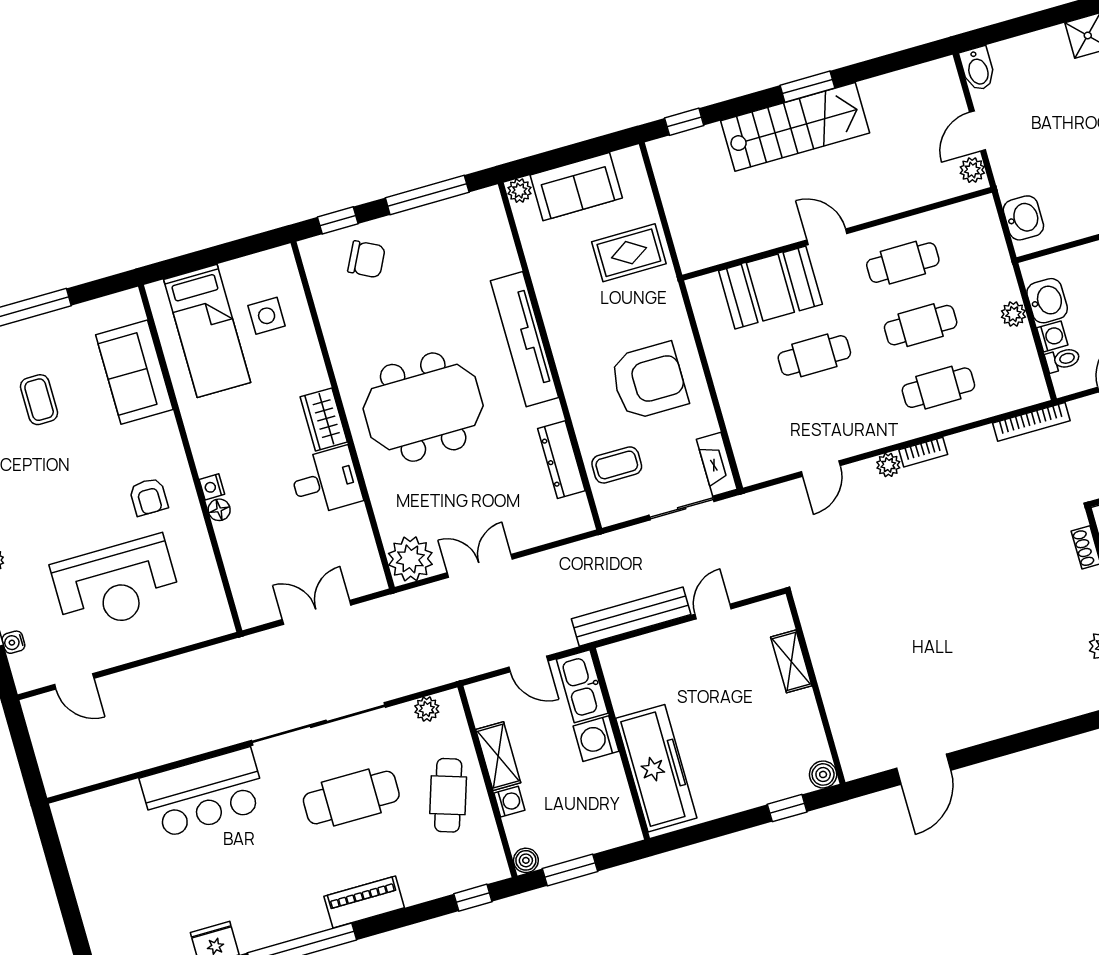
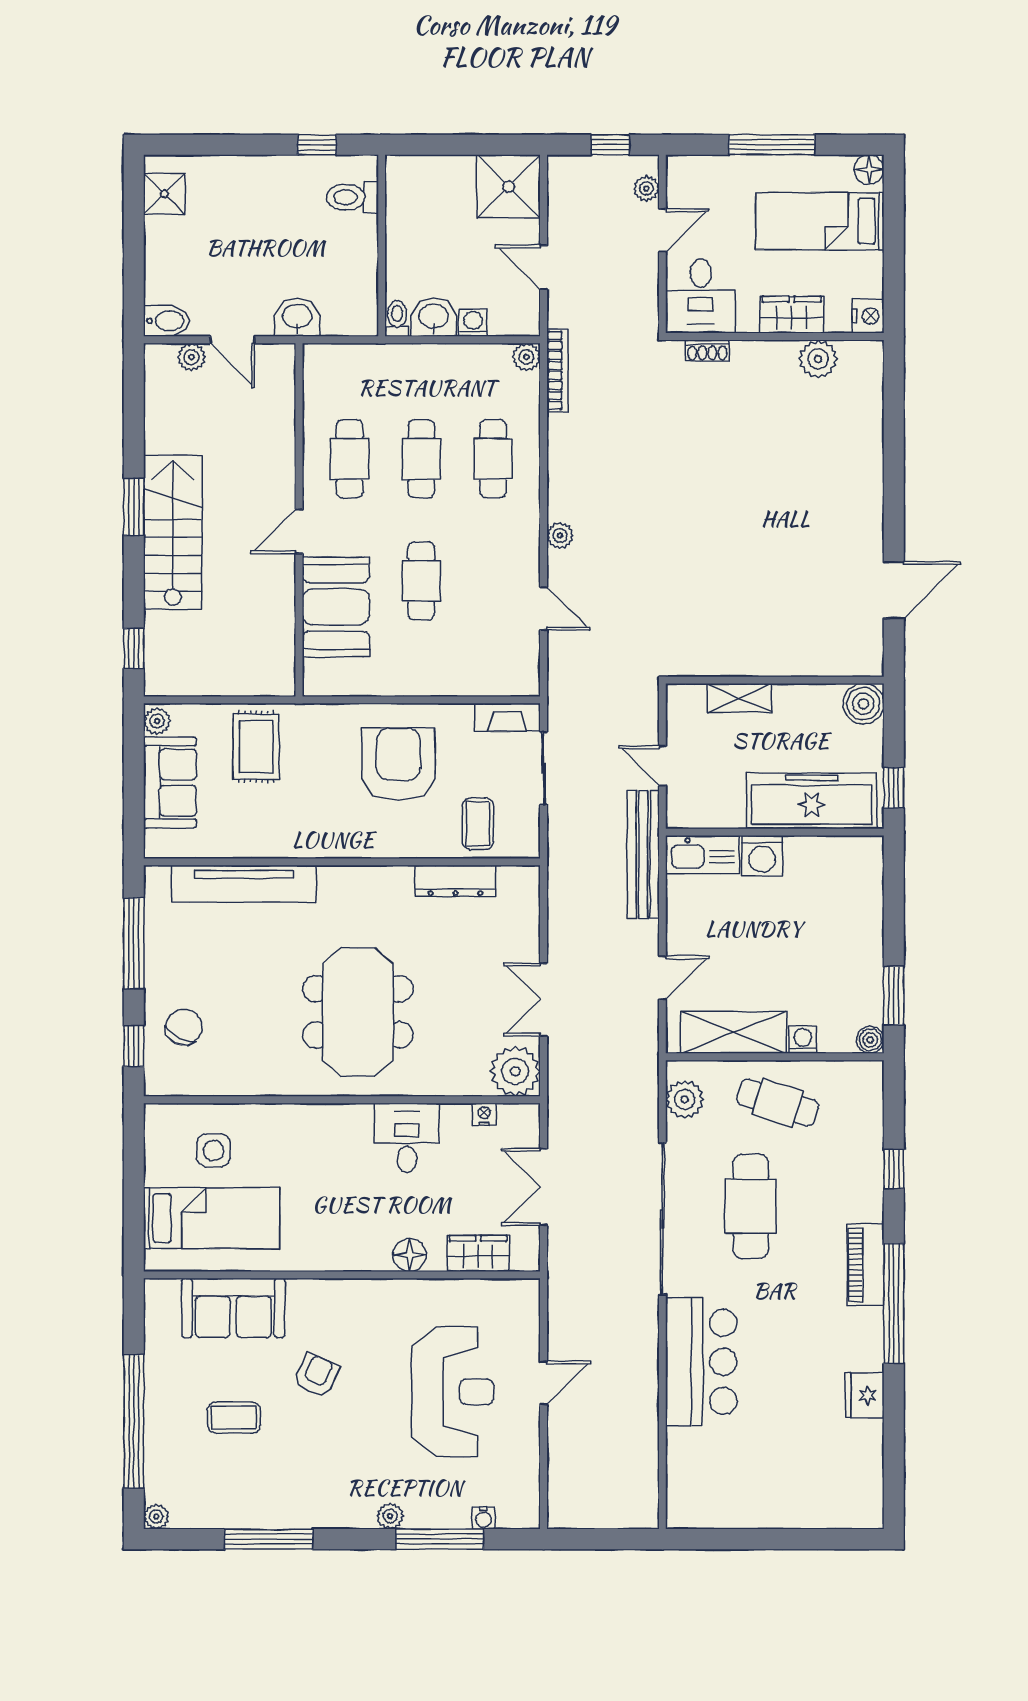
plant: (972, 170) -> (192, 357), moved
plant: (519, 191) -> (157, 721), moved
washbasin: (1023, 218) -> (297, 317), moved
plant: (1013, 314) -> (526, 357), moved
tv unit: (525, 339) -> (244, 884), moved
toilet: (1063, 360) -> (397, 318), moved
wardrobe: (324, 419) -> (478, 1253), moved, turned 180
bookcase: (923, 452) -> (557, 495), removed
nightstand: (212, 487) -> (484, 1114), moved, turned 180
armchair: (149, 497) -> (317, 1375), moved, turned -66
floor lamp: (219, 510) -> (410, 1255), width x1.37, depth x1.37
door: (74, 681) -> (543, 1383), moved
kitchen sink: (582, 686) -> (702, 855), moved
plant: (427, 709) -> (685, 1099), width x1.38, depth x1.38
washing machine: (596, 739) -> (762, 856), moved
wall: (620, 744) -> (775, 832), moved
shelving: (498, 756) -> (734, 1032), width x1.50, depth x1.33
freezer: (656, 768) -> (812, 801), moved
door: (924, 769) -> (894, 590), hinge flipped
boiler: (823, 774) -> (863, 704), width x1.36, depth x1.36
window: (787, 808) -> (894, 788), moved
window: (473, 898) -> (894, 1169), moved
piano: (364, 902) -> (865, 1265), moved

